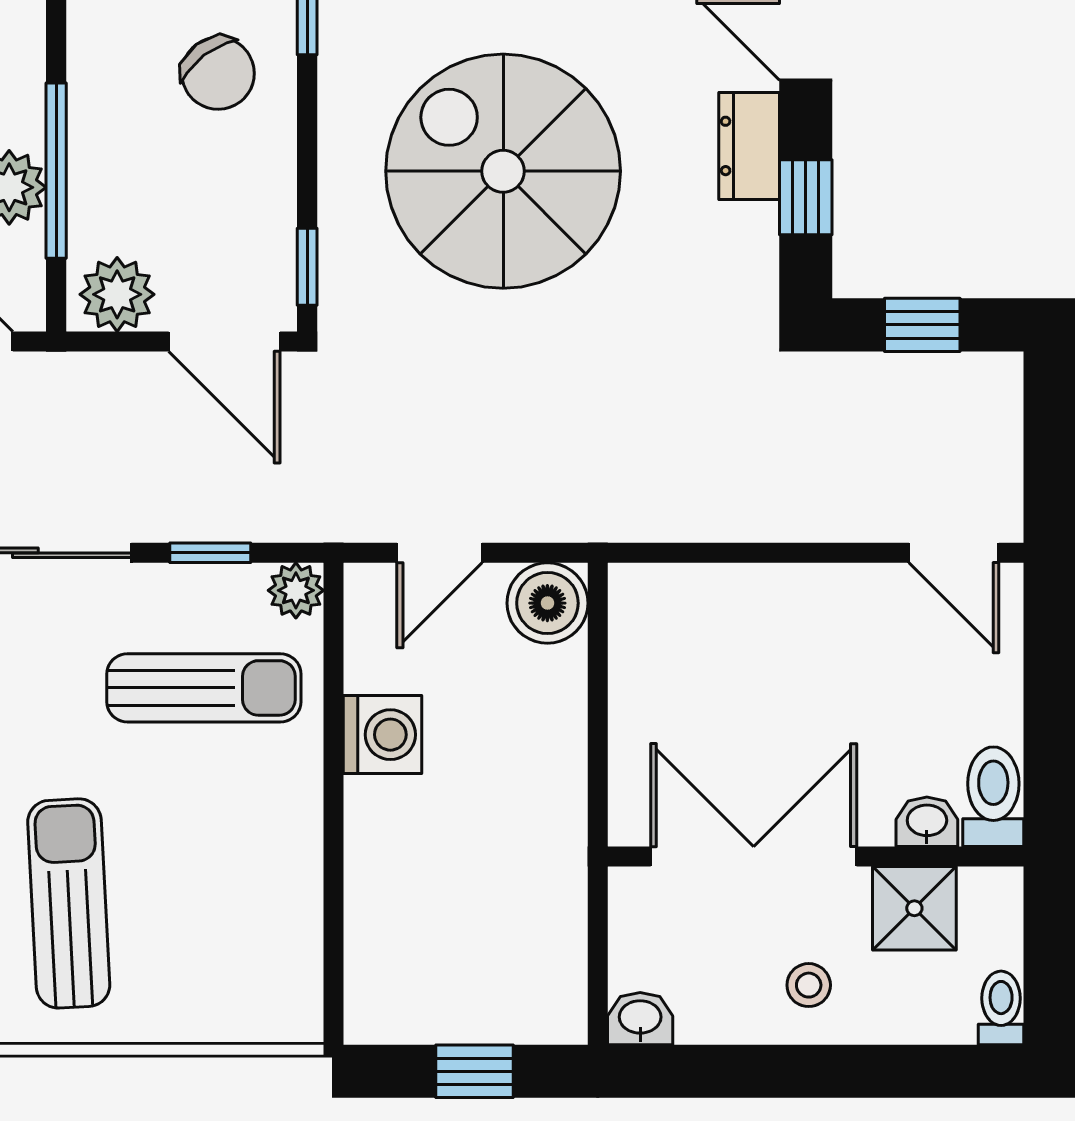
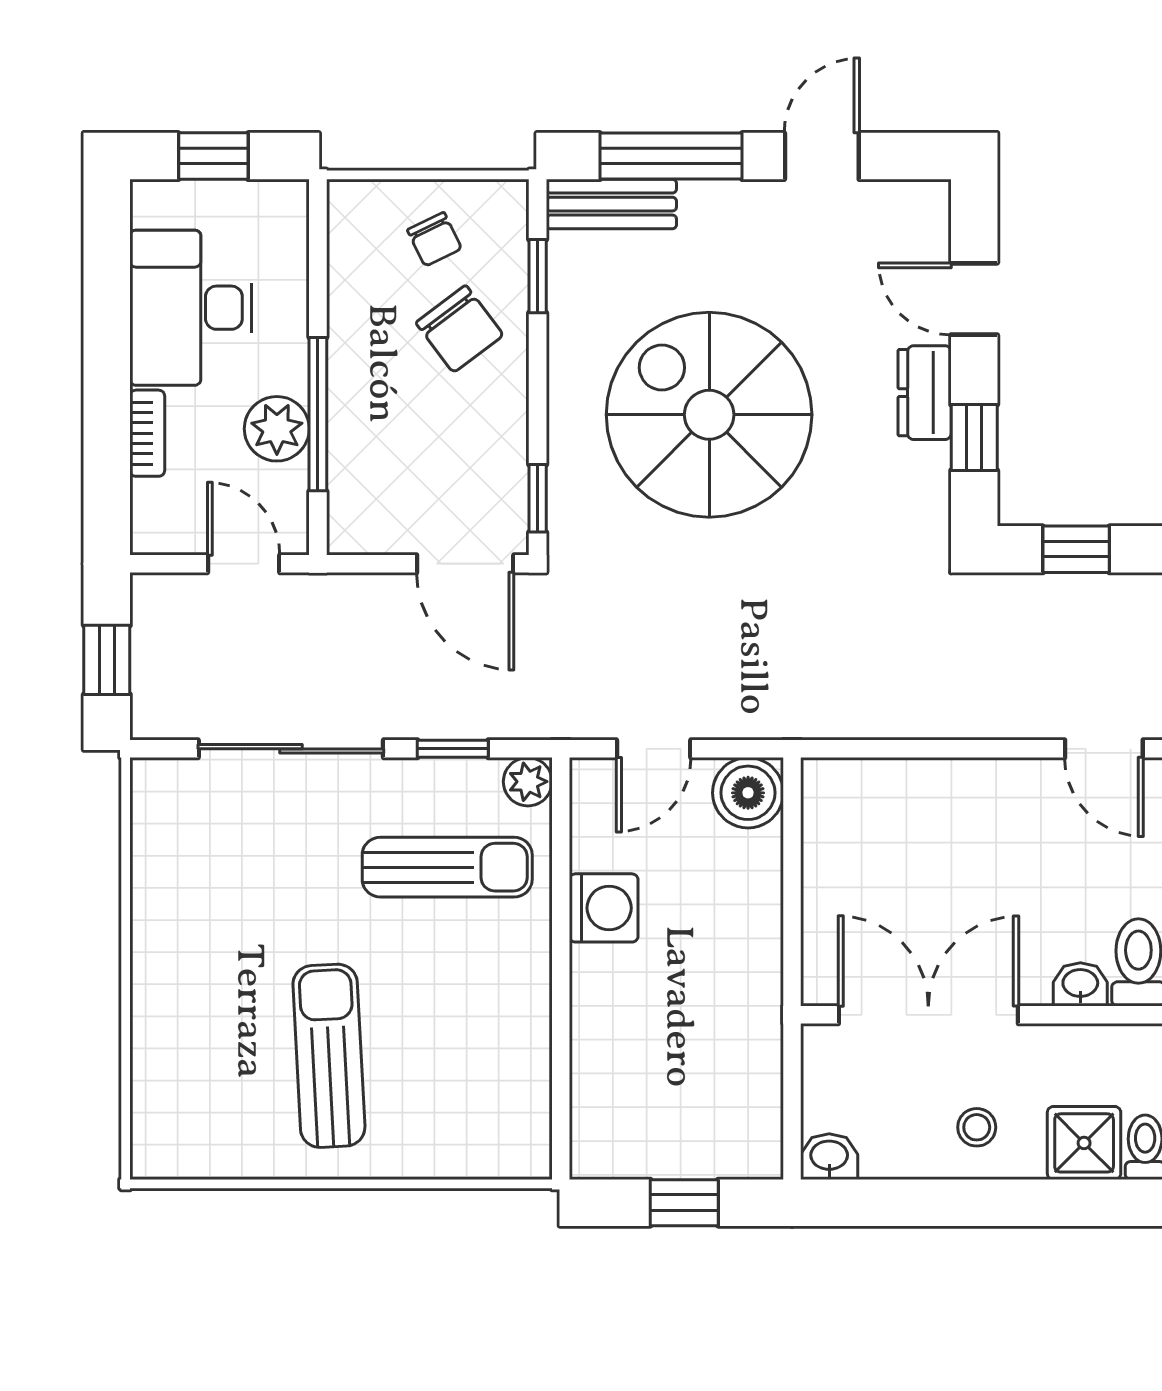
plant: (117, 294) -> (371, 523), removed
shower: (914, 908) -> (1084, 1143), moved

